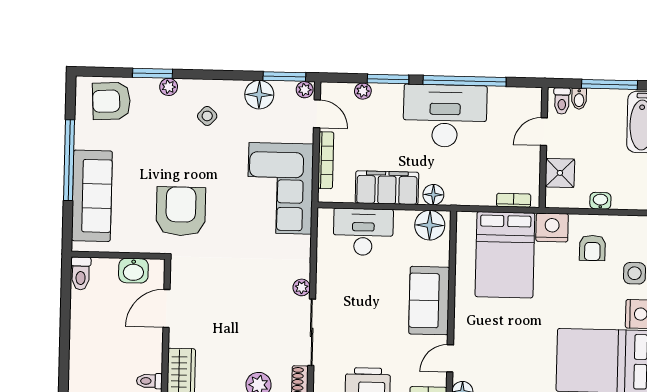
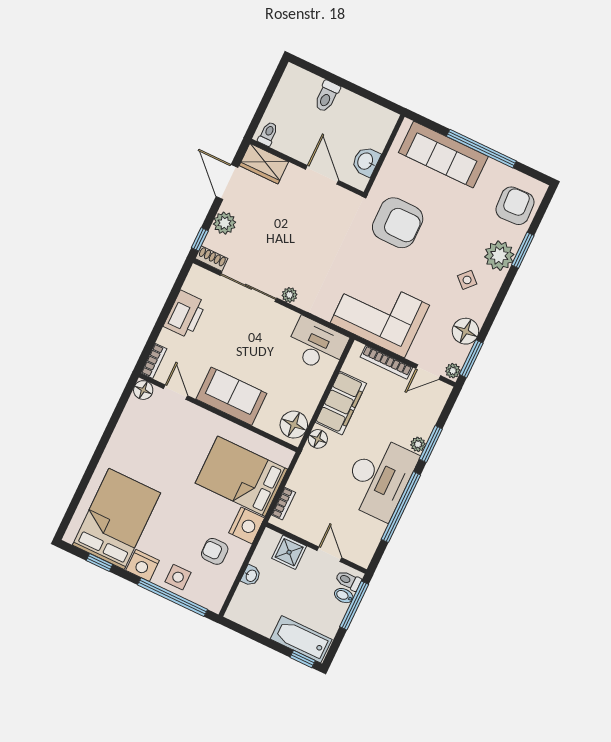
window: (610, 84) -> (354, 606), moved
plant: (169, 87) -> (499, 256), width x1.87, depth x1.87
plant: (363, 91) -> (418, 444), moved
desk: (363, 232) -> (317, 345), moved, turned -90
toilet: (81, 273) -> (327, 96), moved, turned -90

